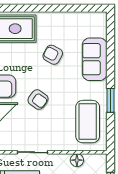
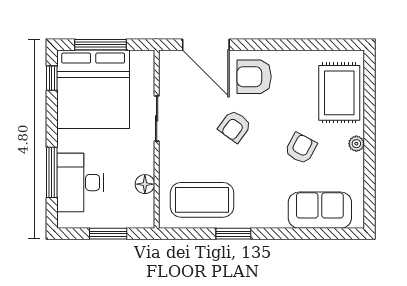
plant: (50, 17) -> (356, 144), added
sofa: (95, 59) -> (320, 210), moved

